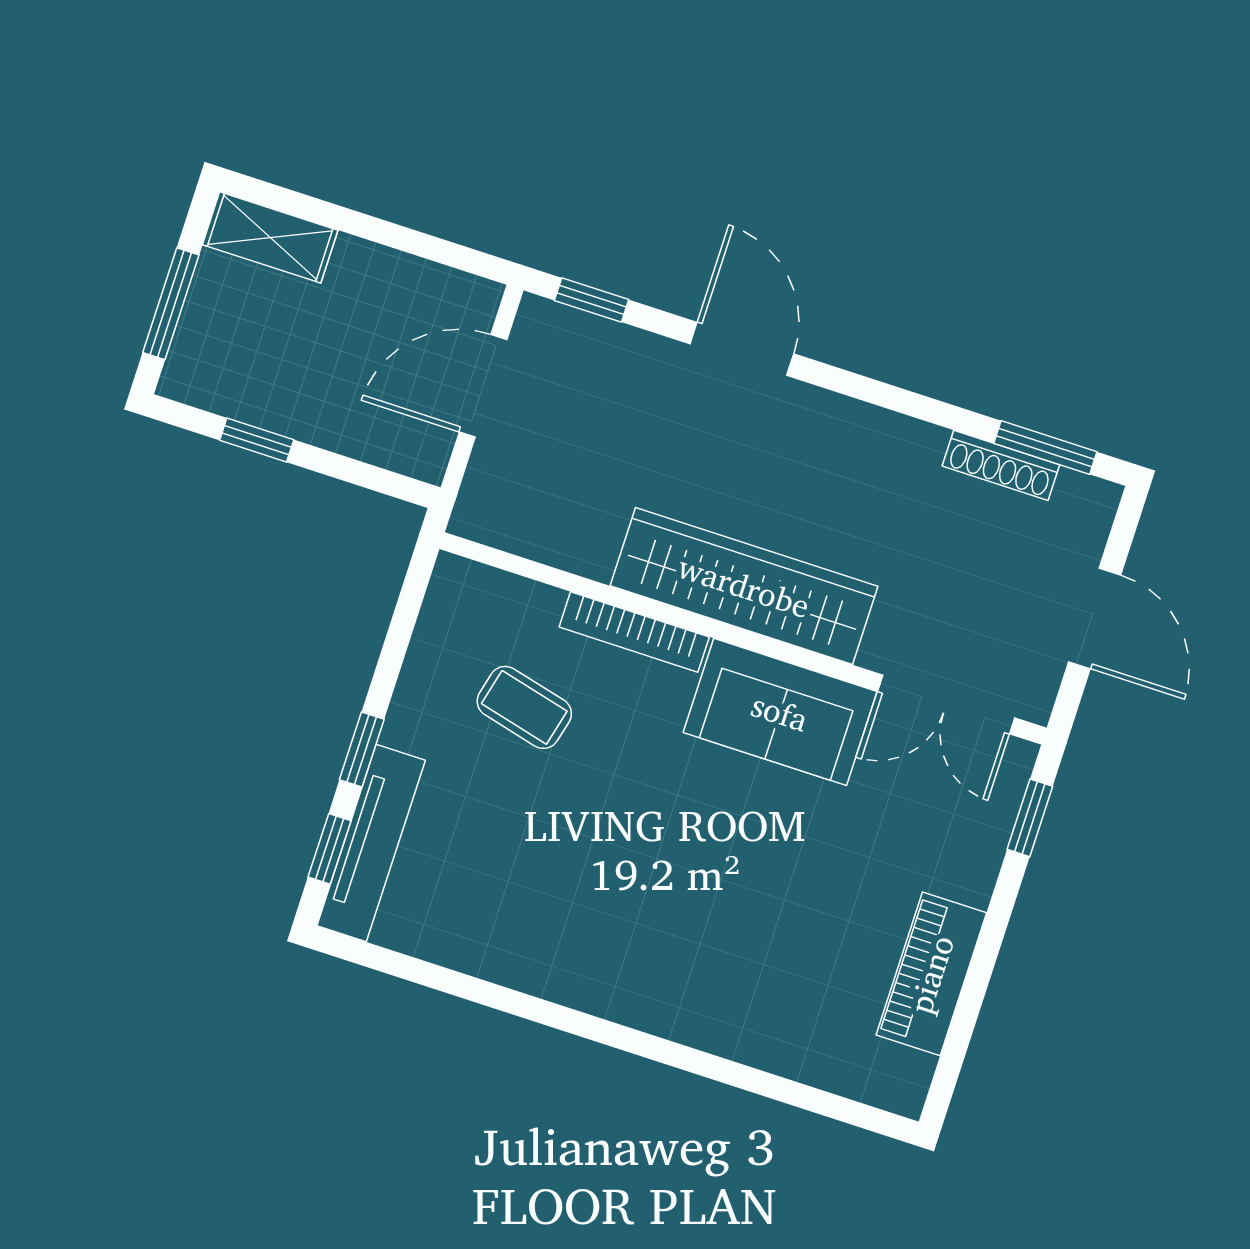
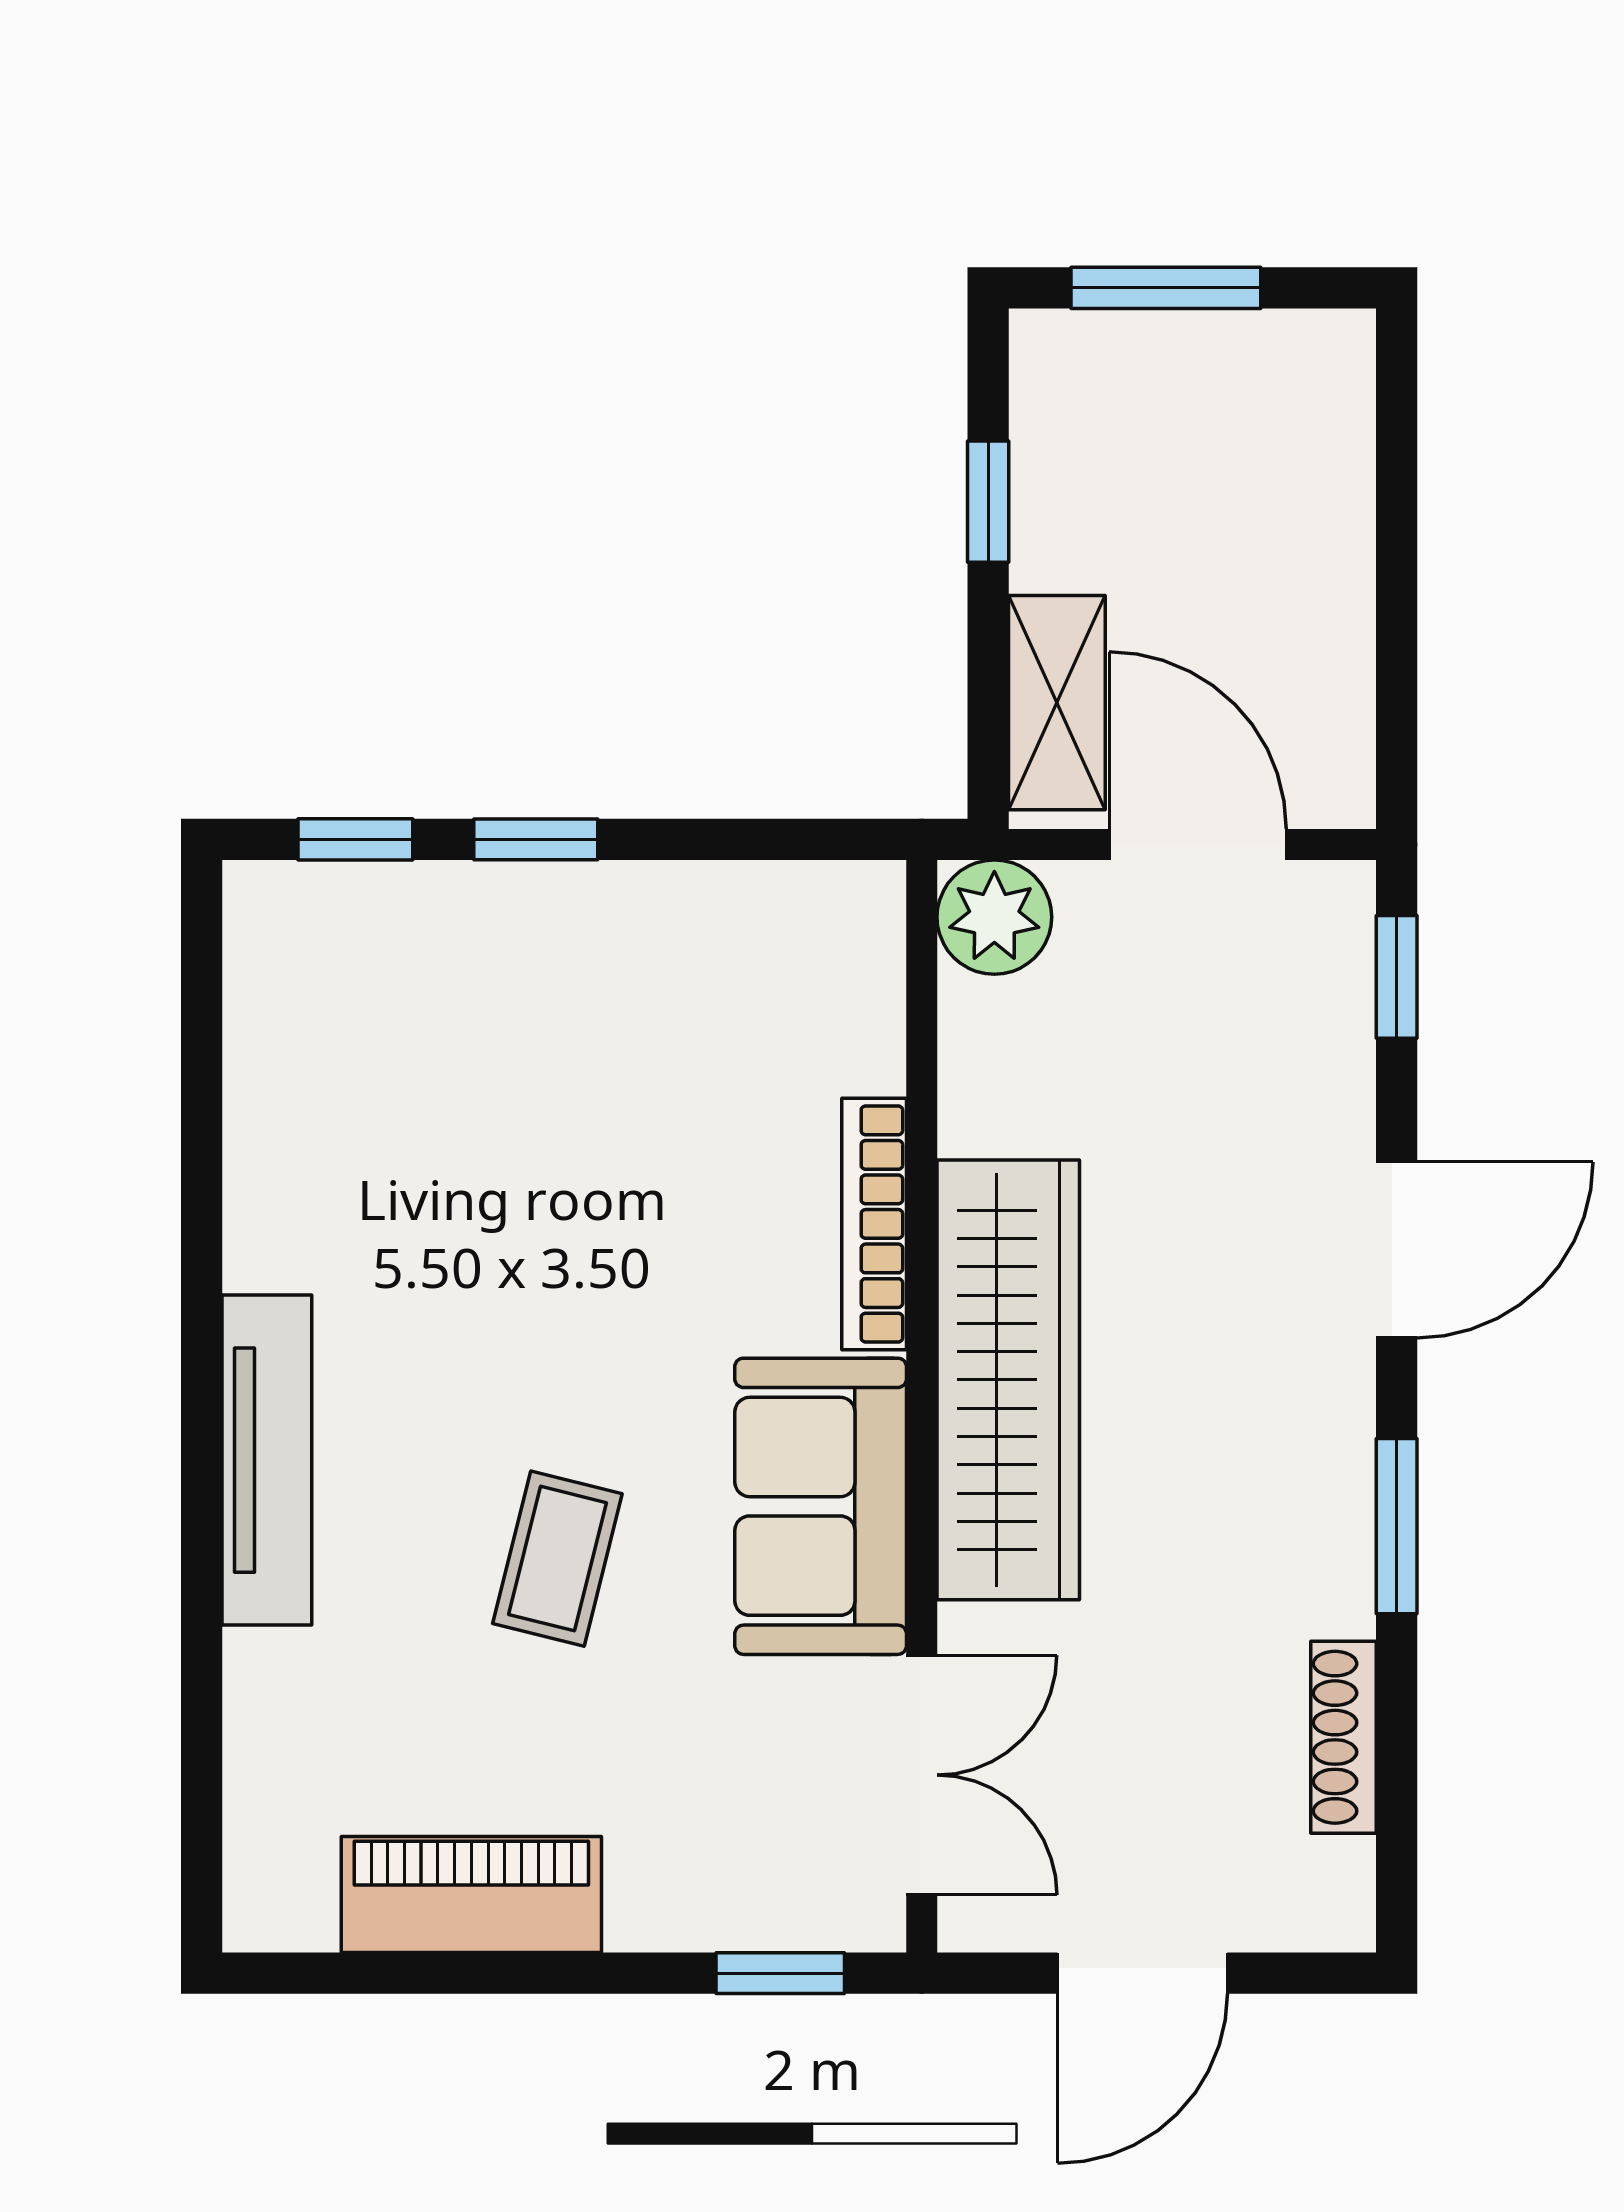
shelving: (270, 237) -> (1057, 703), moved
window: (1045, 447) -> (1397, 1526), moved
plant: (487, 511) -> (994, 917), added
double door: (946, 704) -> (922, 1775), swing flipped
coffee table: (524, 707) -> (557, 1559), moved
tv unit: (371, 843) -> (267, 1460), moved, turned -90

